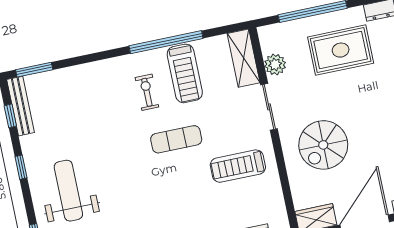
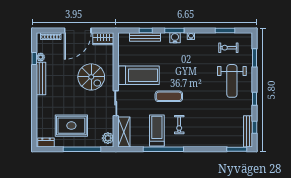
plant: (275, 65) -> (108, 138), moved
spiral stairs: (323, 145) -> (91, 77), turned 90
treadmill: (238, 166) -> (139, 75), width x1.37, depth x1.38

